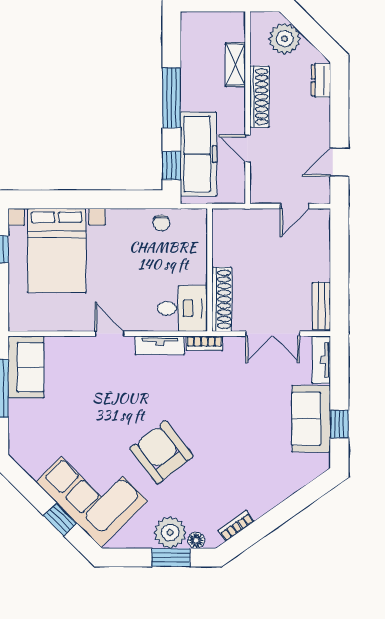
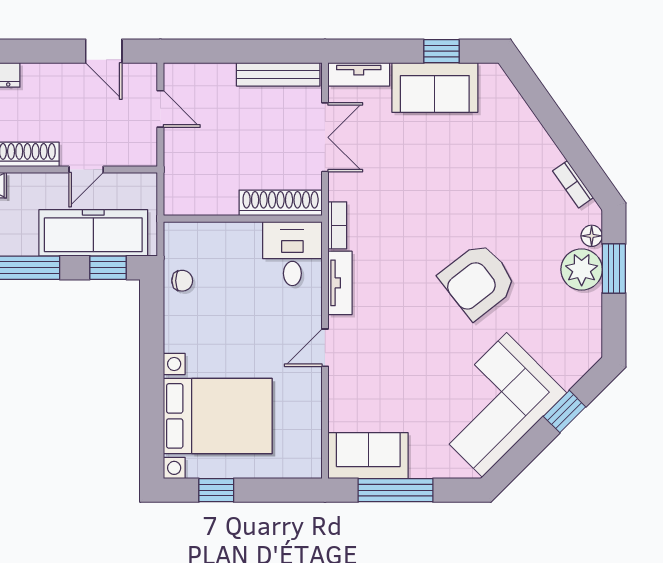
bench: (321, 306) -> (278, 74), width x1.36
corner sofa: (92, 491) -> (495, 405), moved

